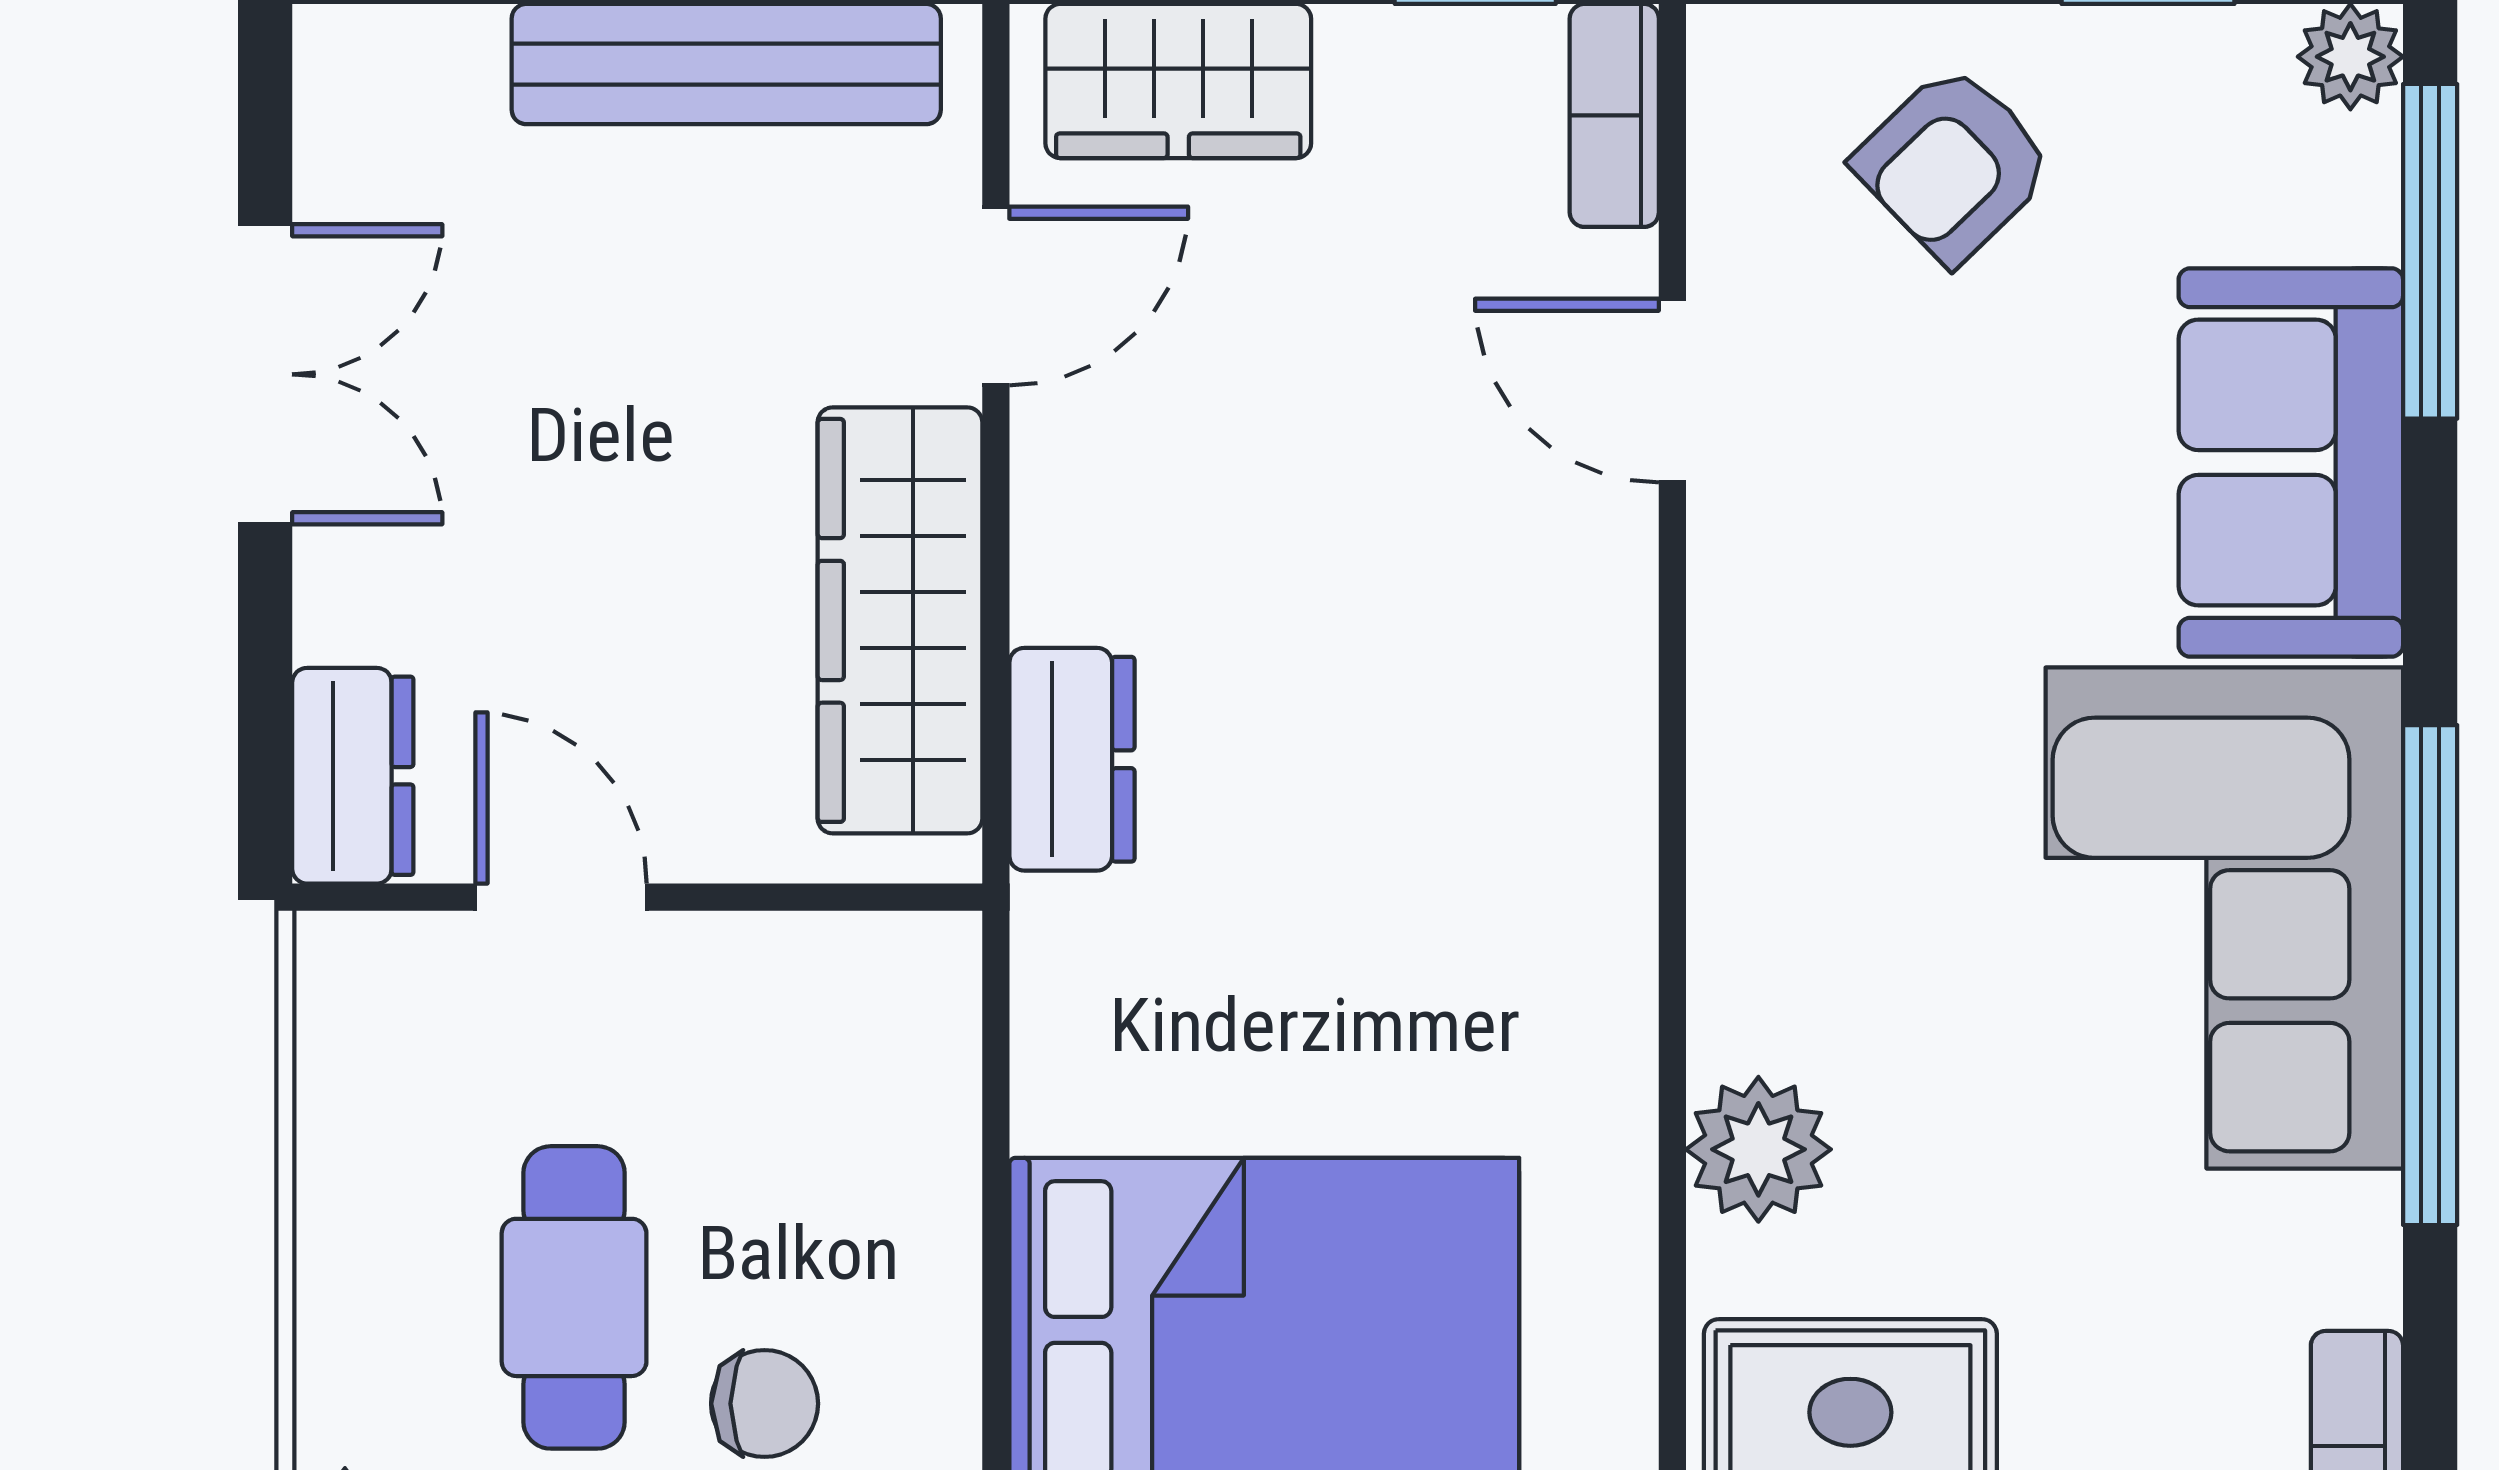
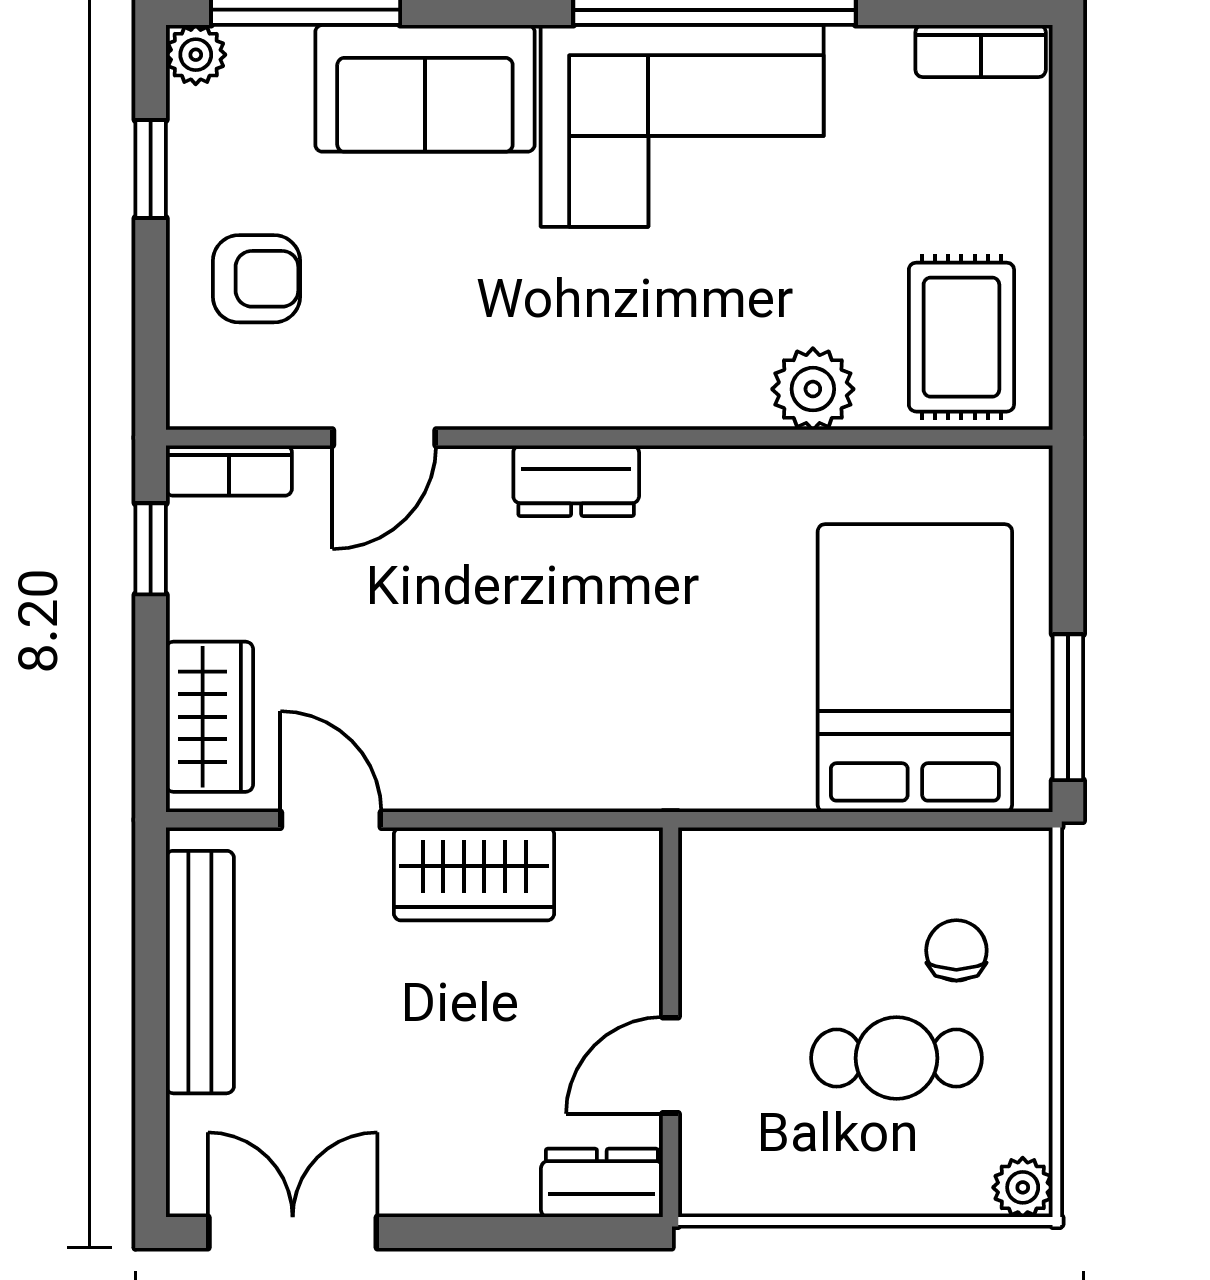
armchair: (1954, 164) -> (256, 279), turned -46
double door: (265, 374) -> (293, 1232), moved
wardrobe: (900, 620) -> (474, 874), width x0.67
dresser: (1072, 759) -> (576, 481), moved, turned 180

